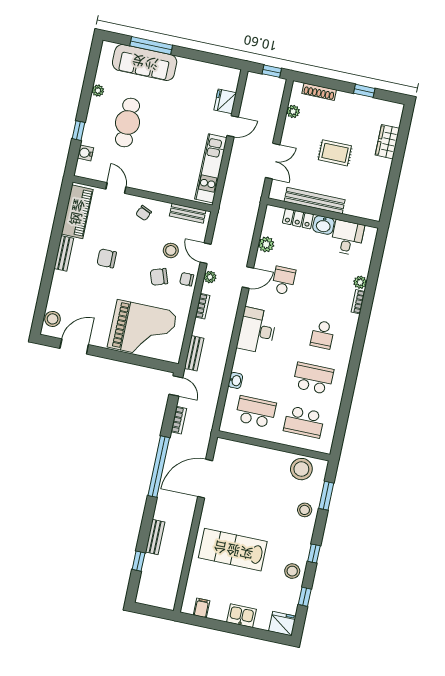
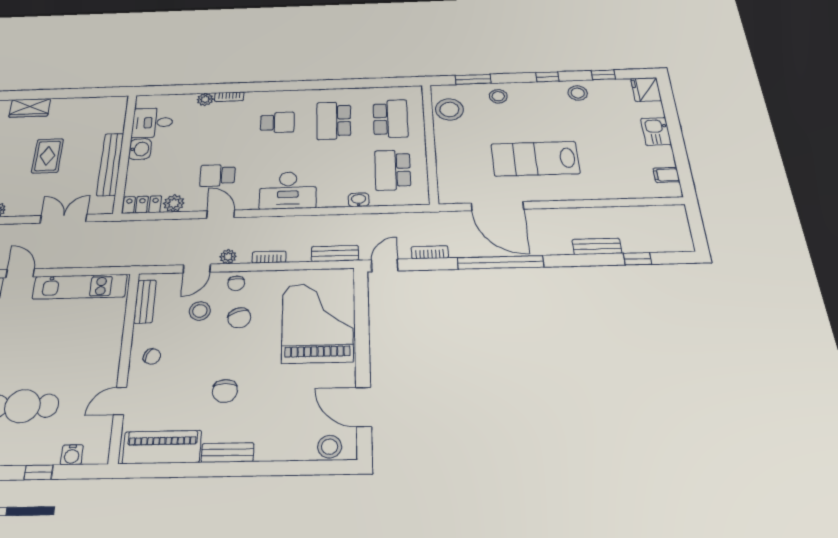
locker: (298, 219) -> (142, 205), moved, turned -90
lab bench: (233, 550) -> (535, 159), moved, turned 90

